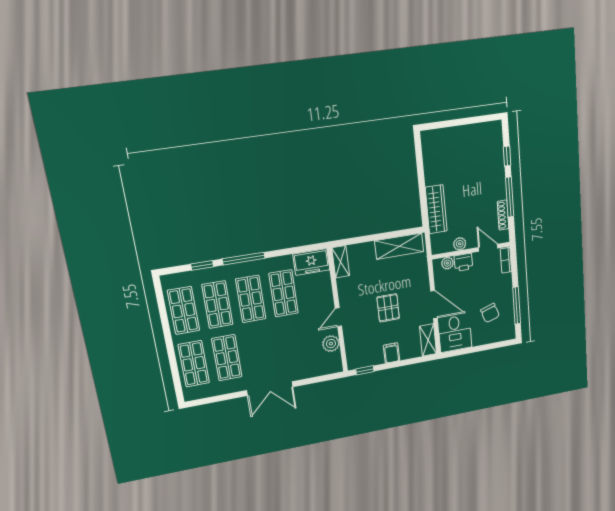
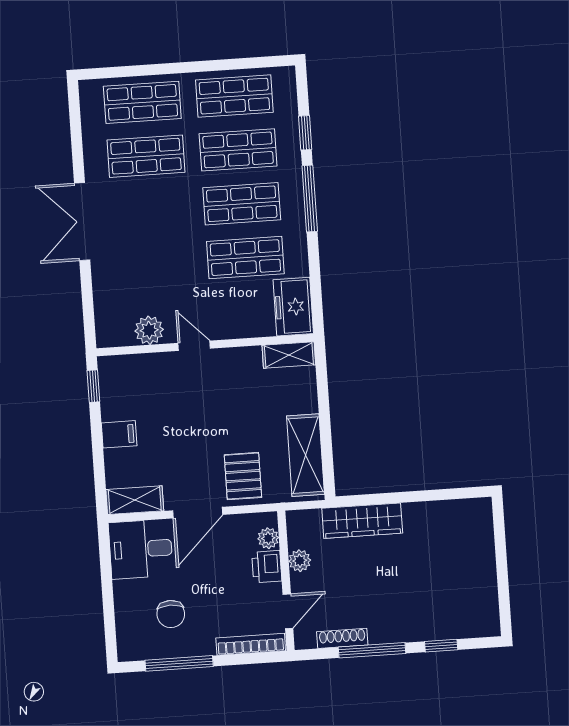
bookcase: (506, 260) -> (251, 644), width x1.56
pallet: (388, 308) -> (243, 476), moved, turned 90
chair: (490, 313) -> (171, 614), turned -72

